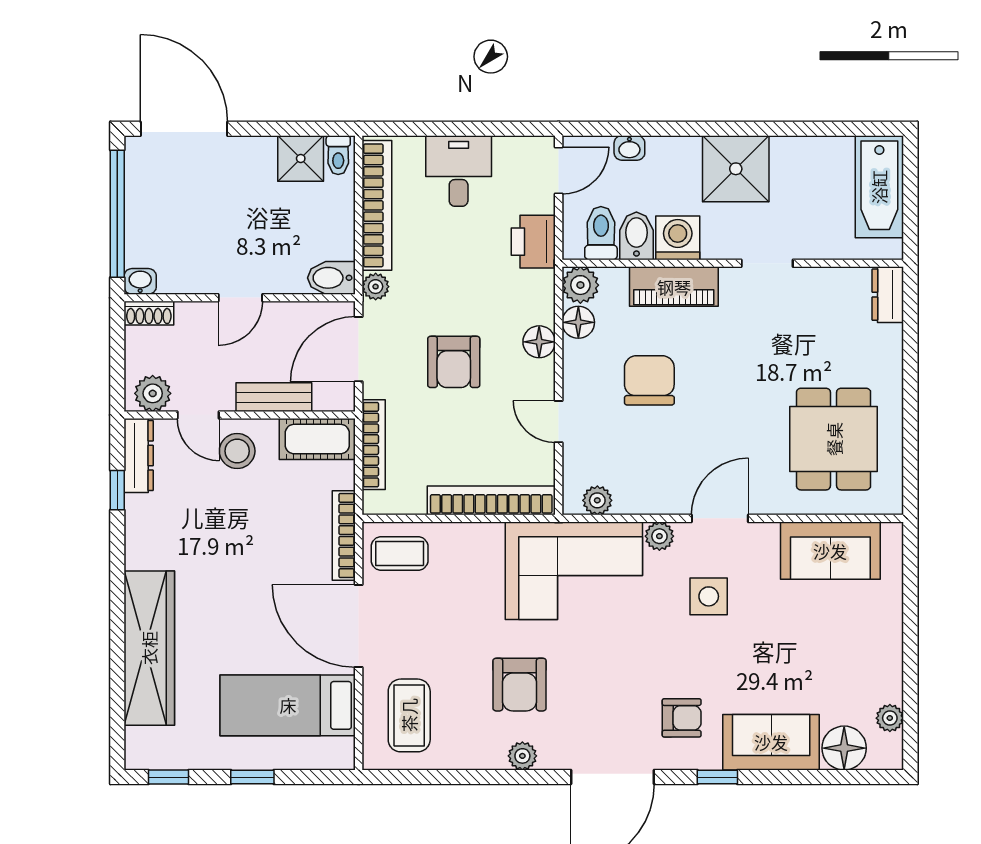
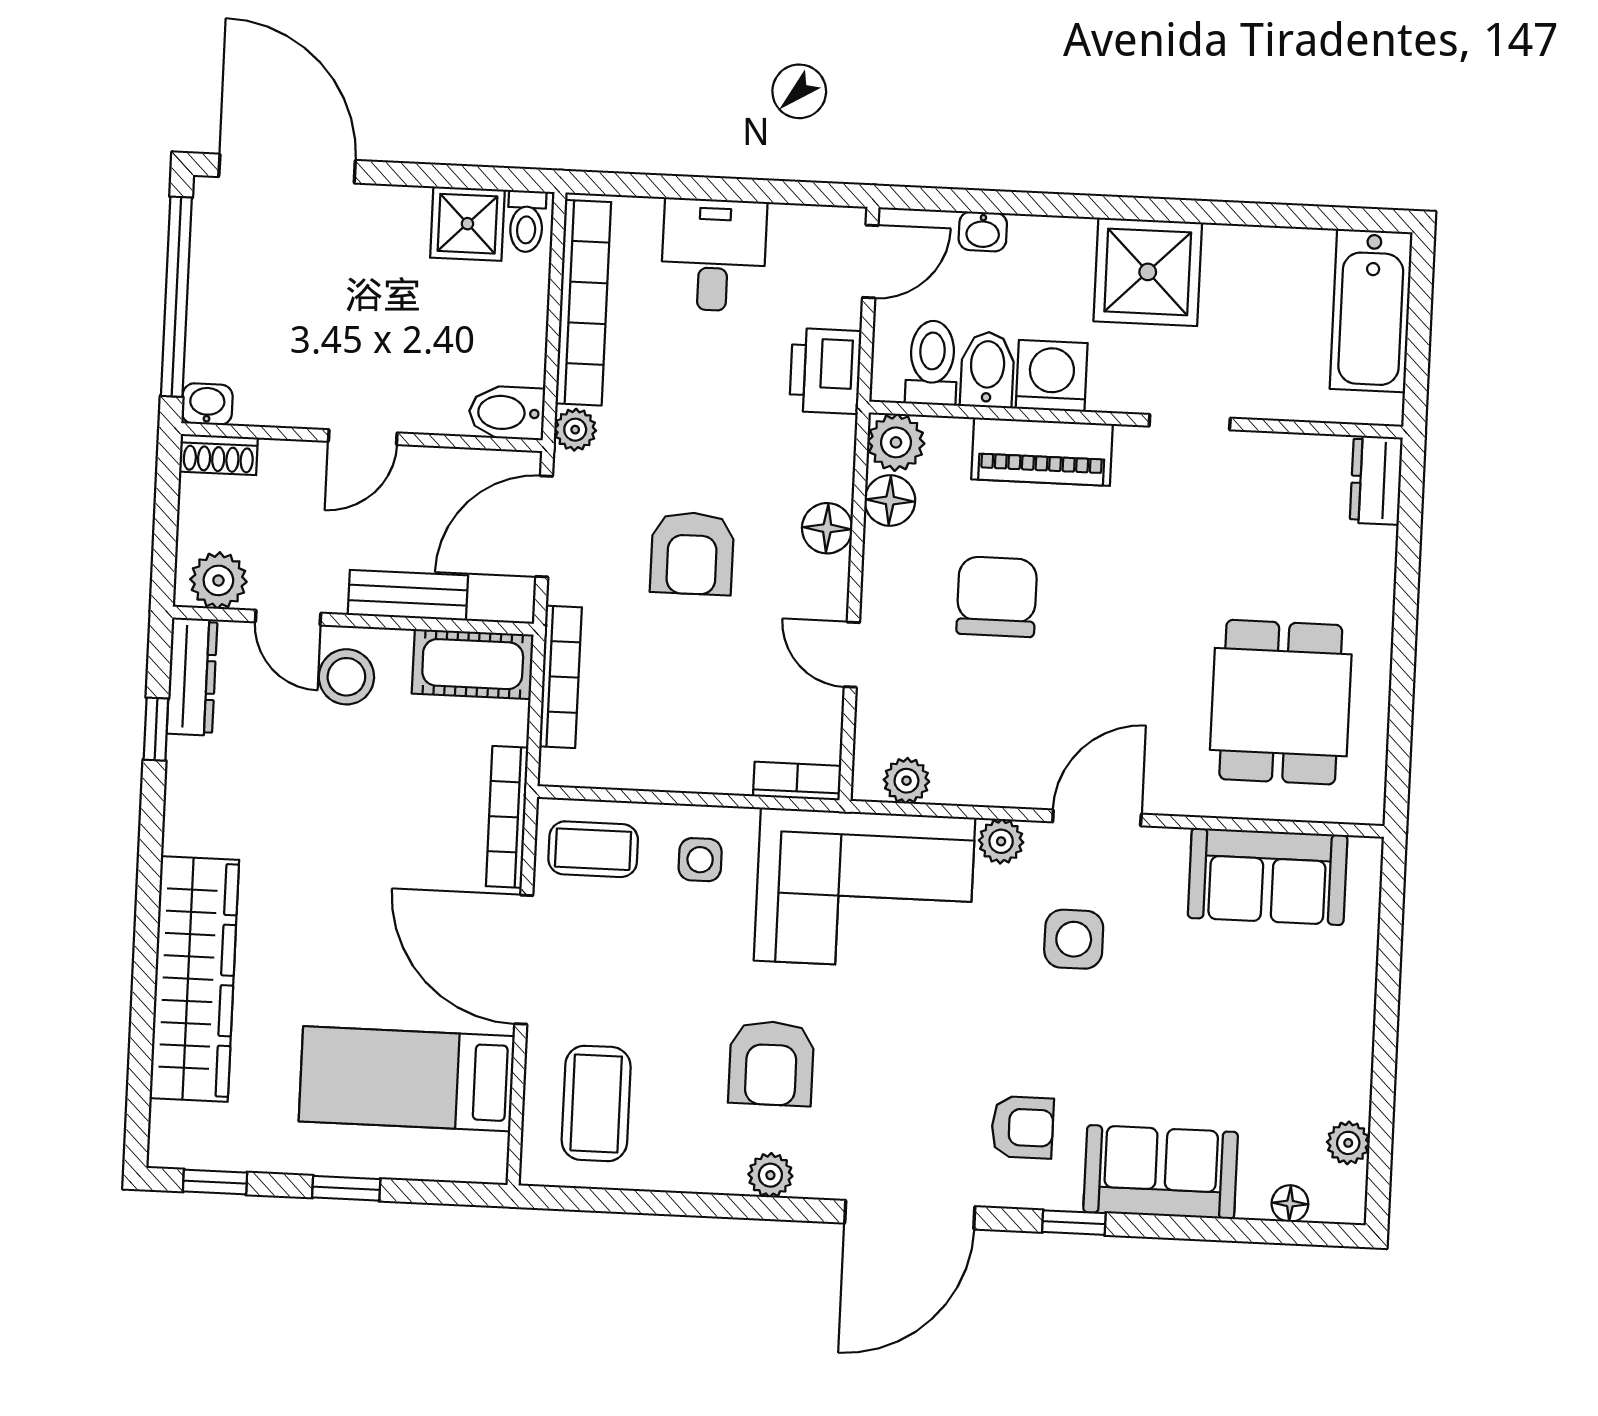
bookcase: (491, 500) -> (797, 781), width x0.43, depth x0.76
side table: (468, 557) -> (700, 860), added
floor lamp: (844, 748) -> (1290, 1204), width x0.53, depth x0.53

